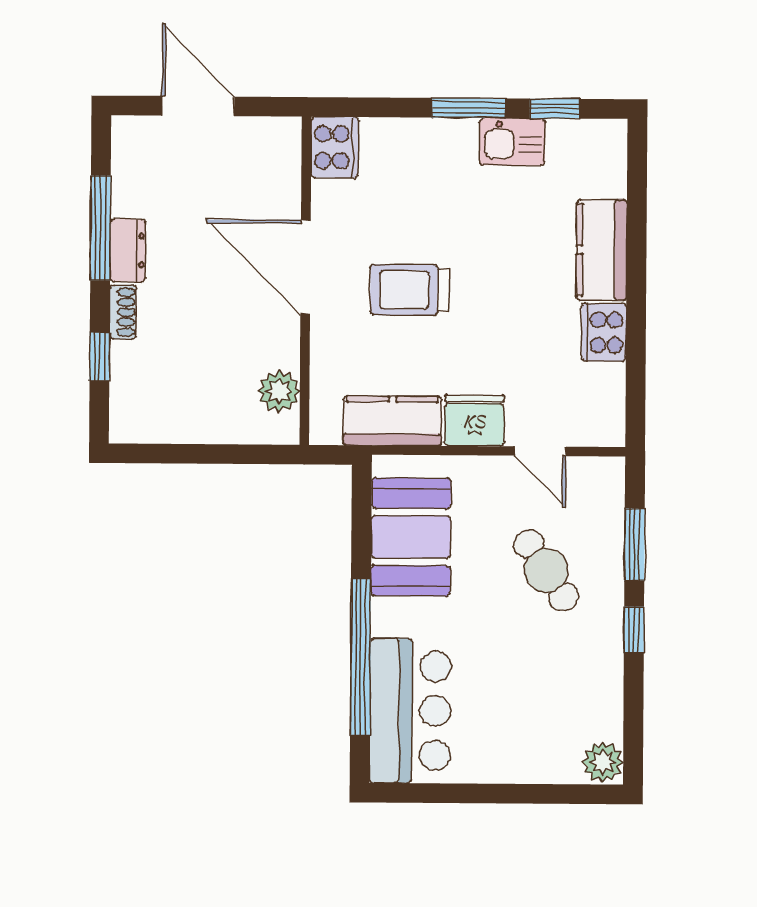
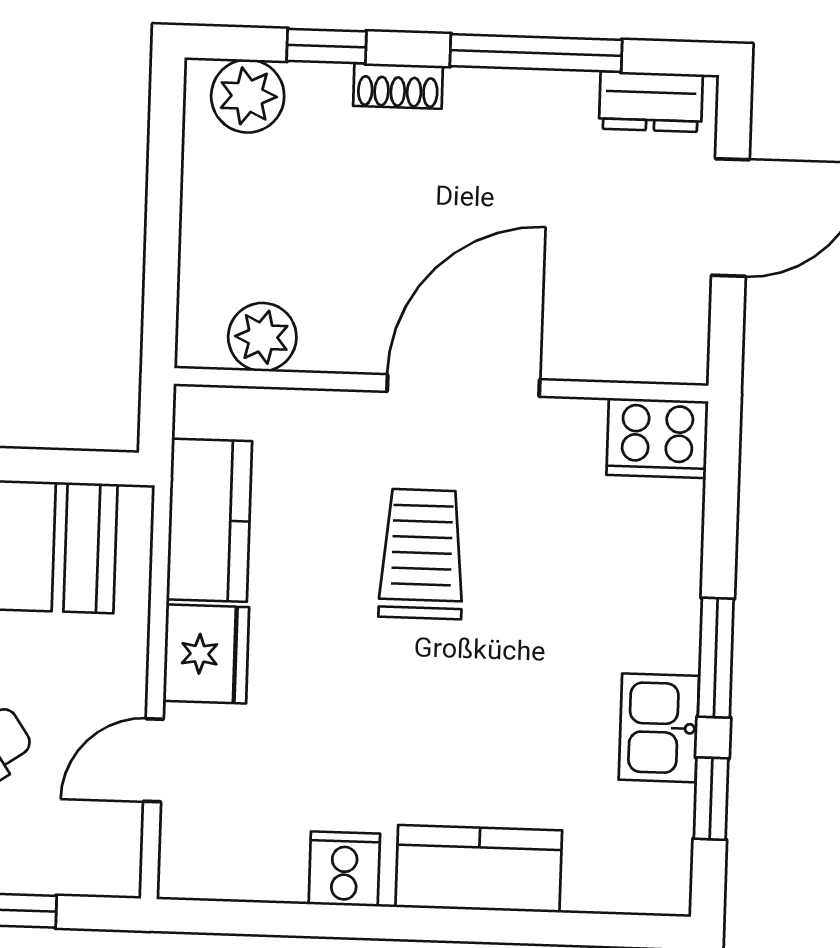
dresser: (128, 250) -> (651, 102), moved
cooker: (604, 332) -> (344, 869), width x0.73
plant: (131, 404) -> (248, 96), added

